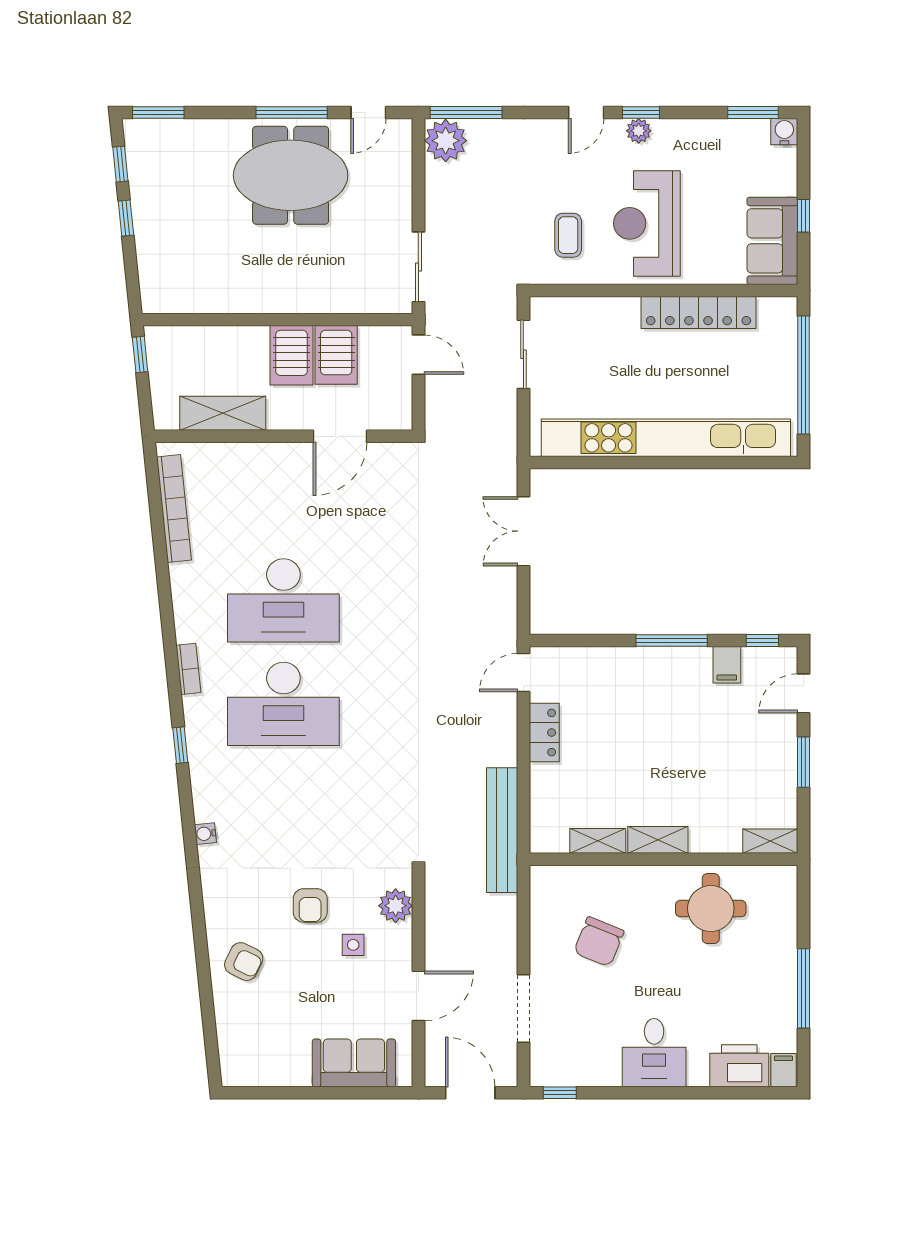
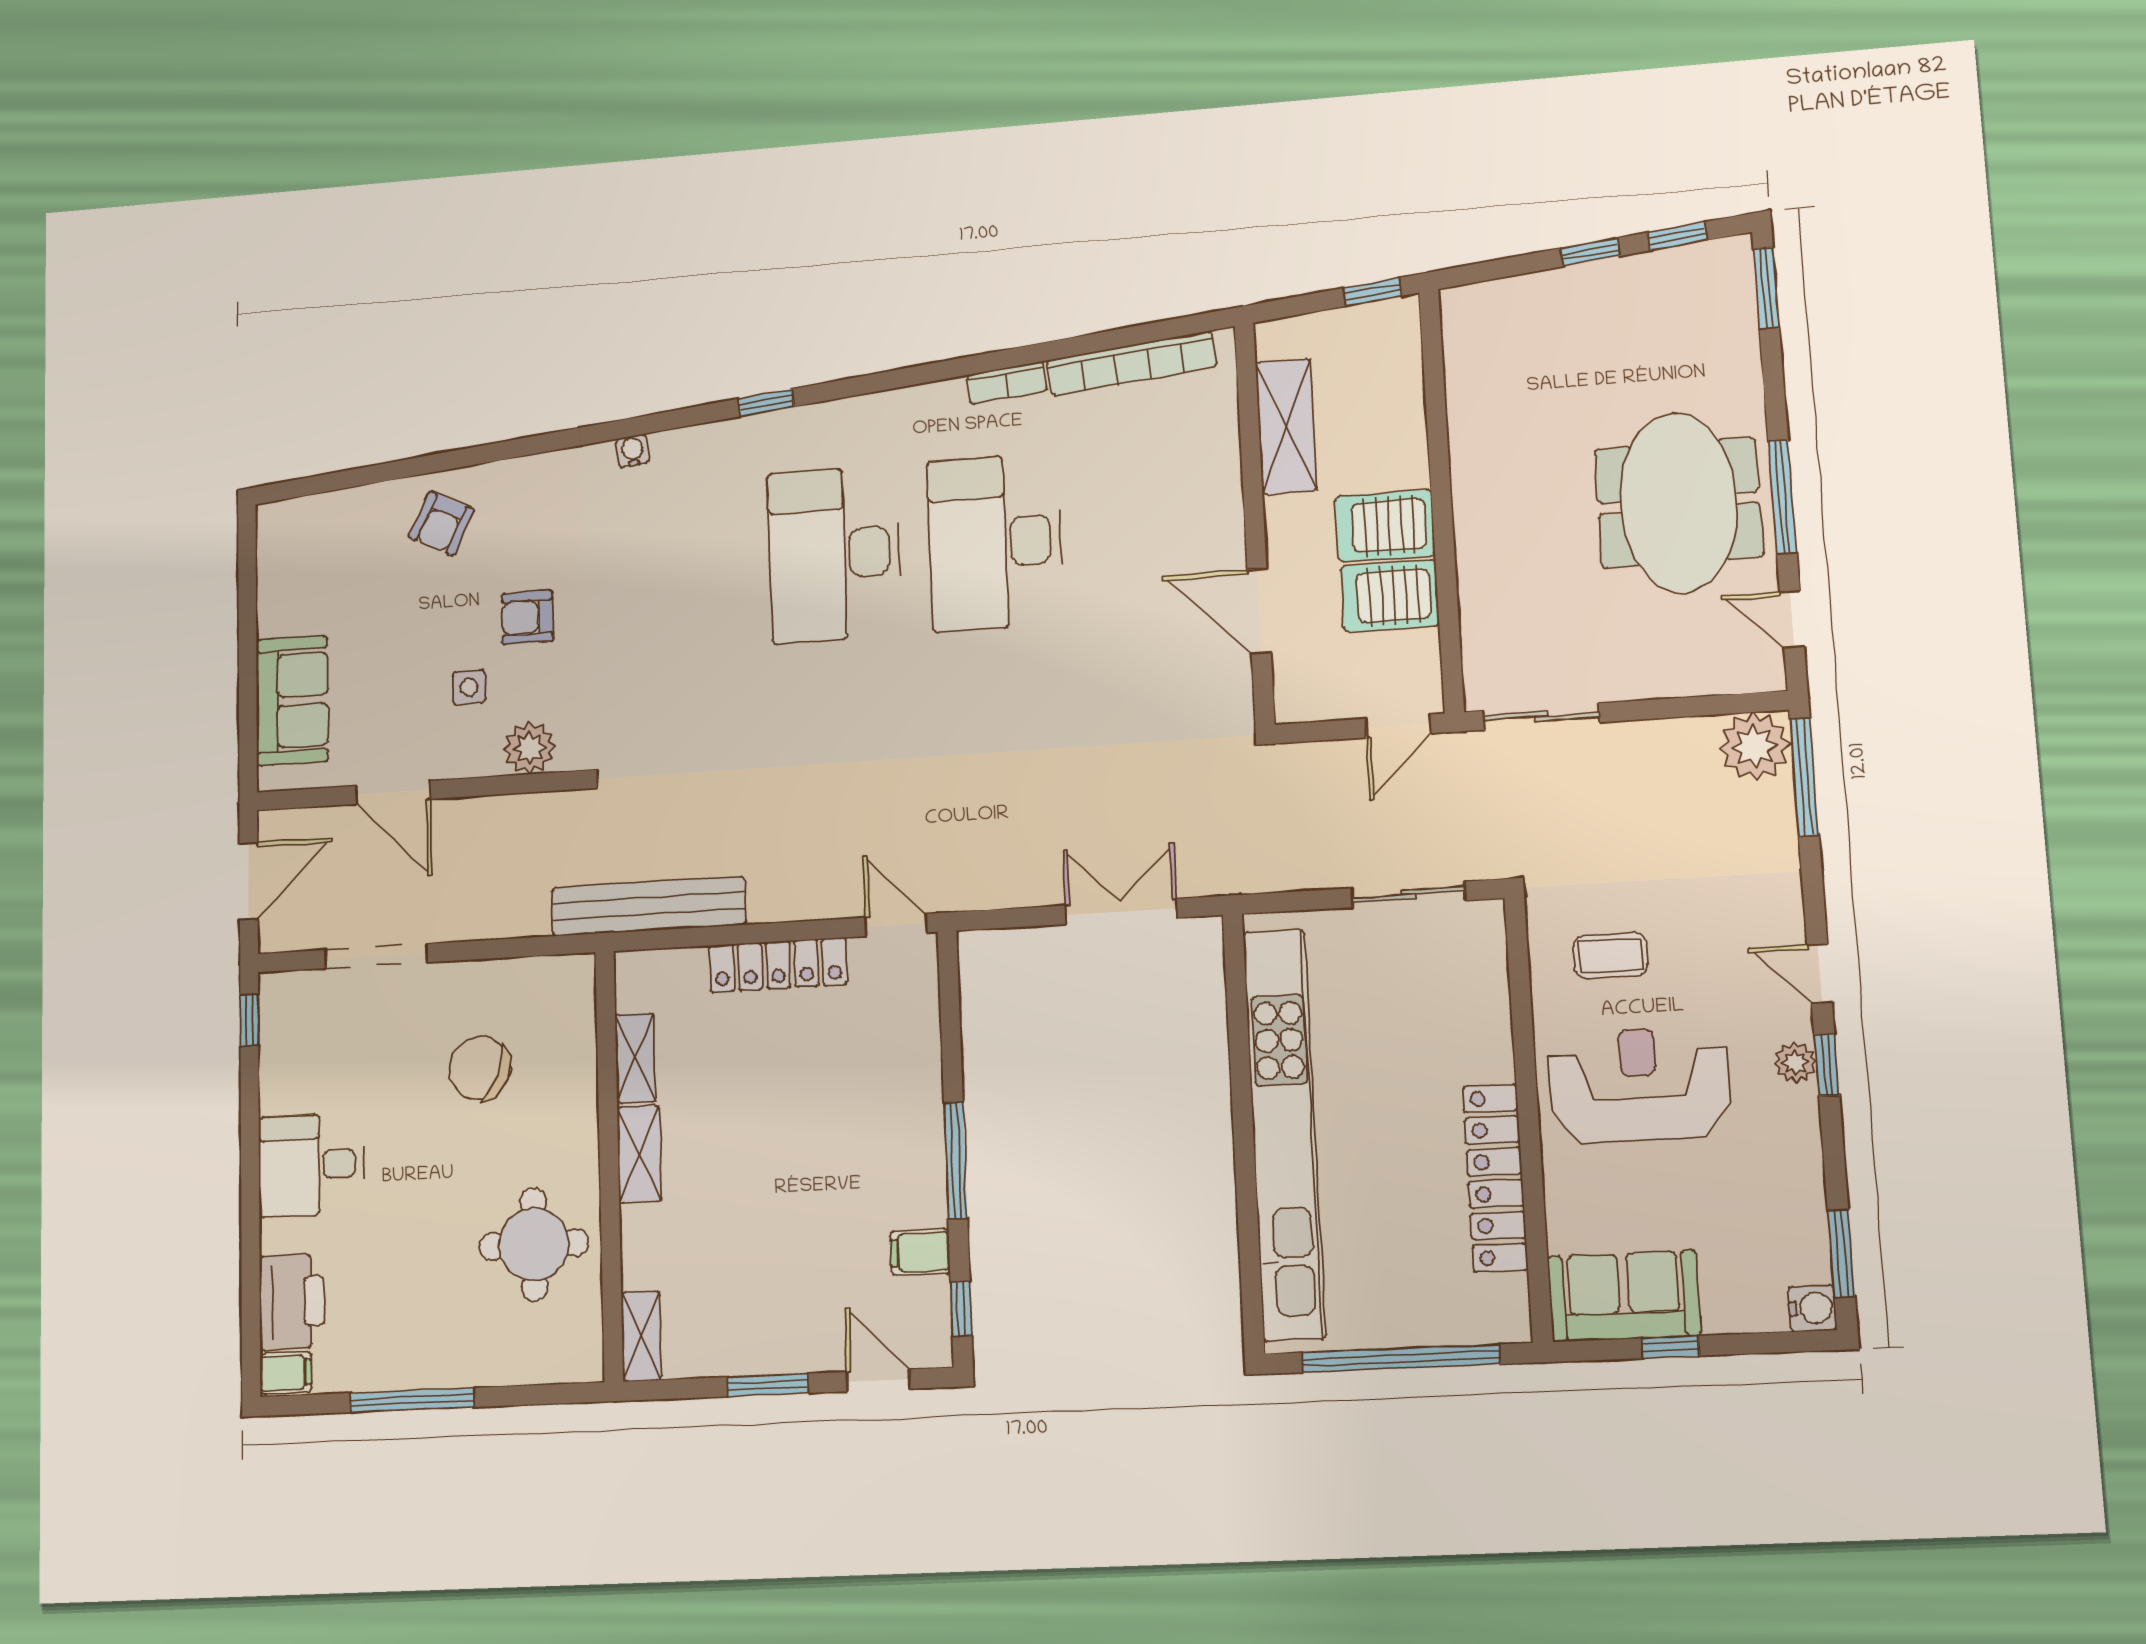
bookcase: (188, 669) -> (1007, 383), moved
locker: (544, 733) -> (778, 965), width x1.53

